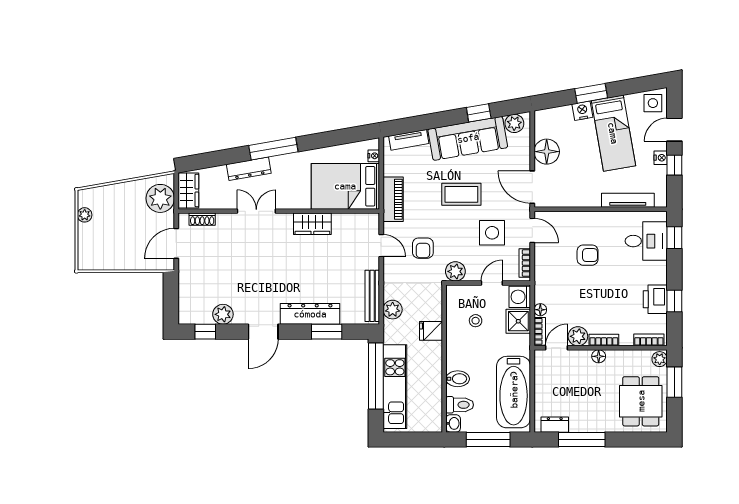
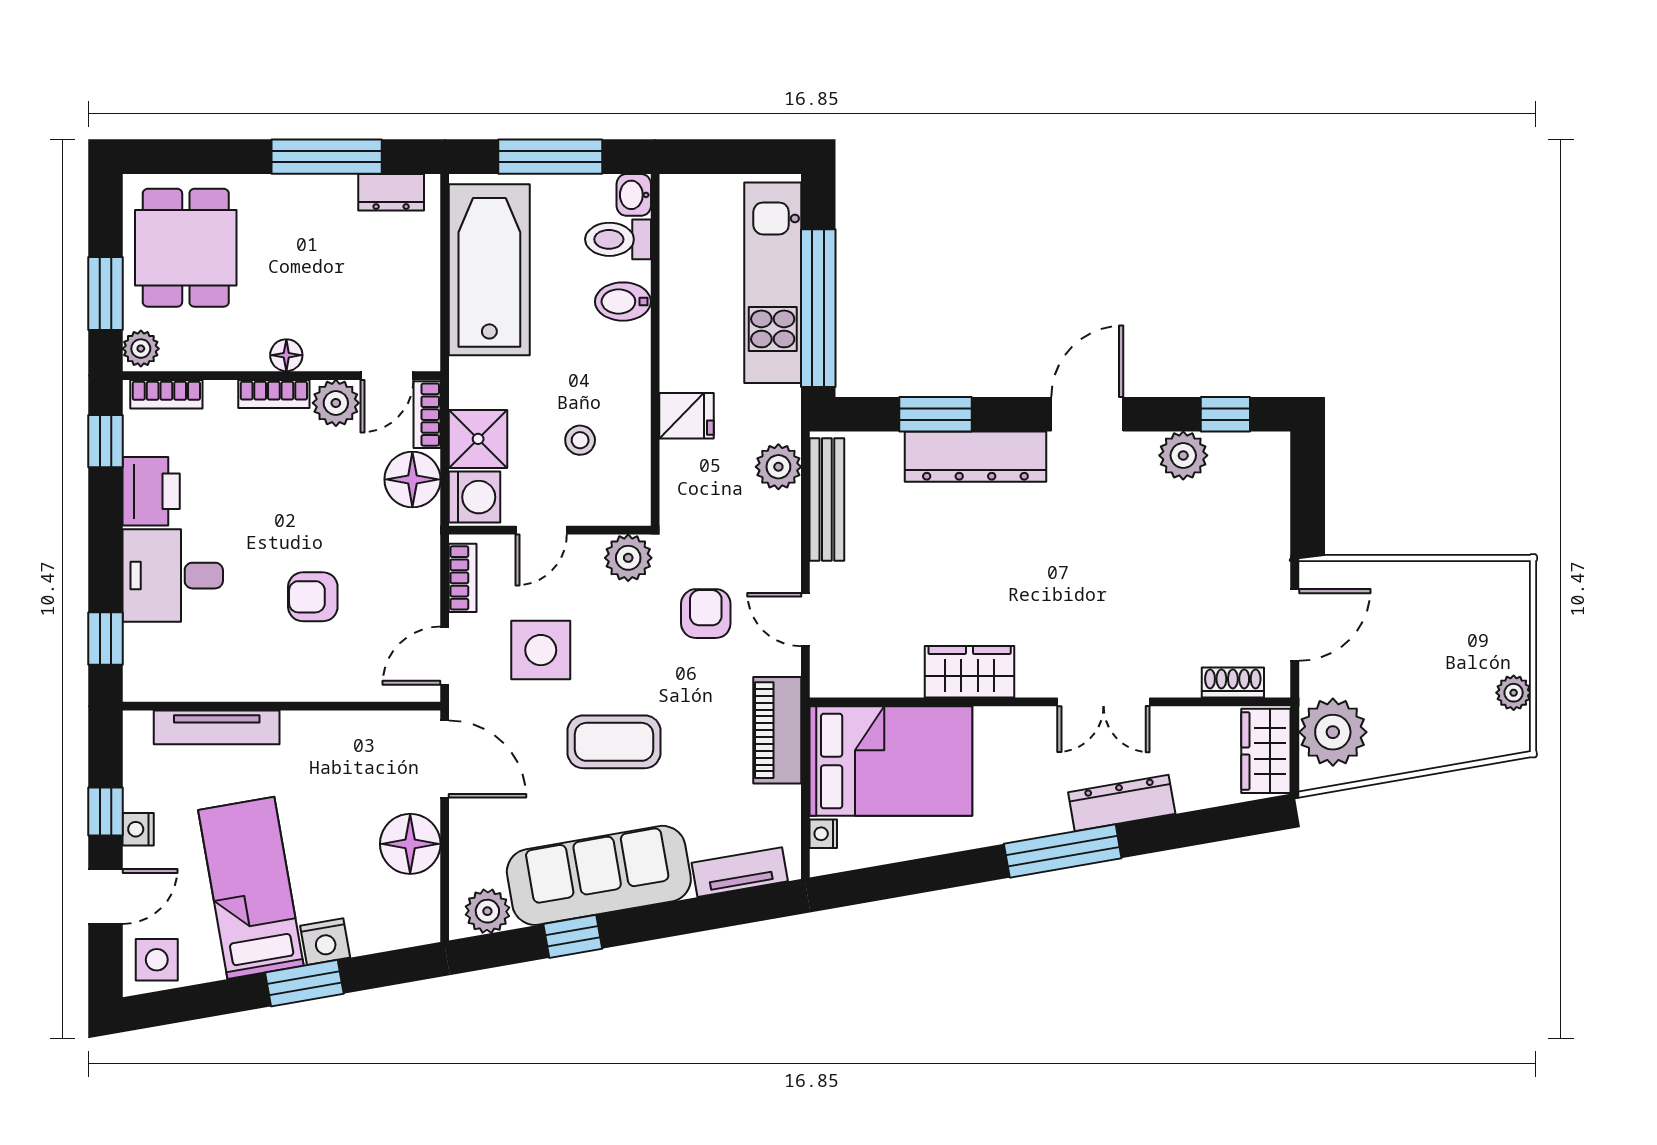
door: (532, 230) -> (445, 656), hinge flipped
desk: (646, 241) -> (173, 576), moved
window: (674, 301) -> (106, 441), moved
floor lamp: (540, 310) -> (412, 479), width x1.89, depth x1.89

